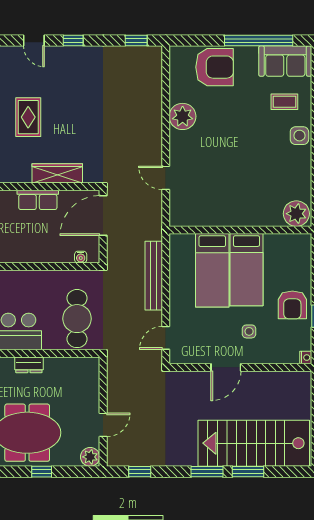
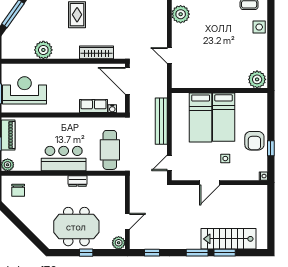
row of seats: (38, 200) -> (93, 106), moved, turned 180
door: (103, 215) -> (127, 81), hinge flipped
stairs: (254, 443) -> (229, 239), width x0.73, depth x0.66

